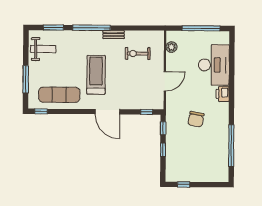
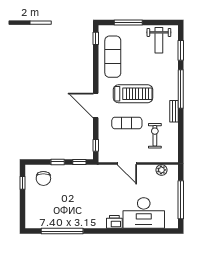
exercise mat: (125, 81) -> (127, 123), added
door: (107, 112) -> (96, 105), hinge flipped
chair: (196, 119) -> (43, 178), moved, turned -100

